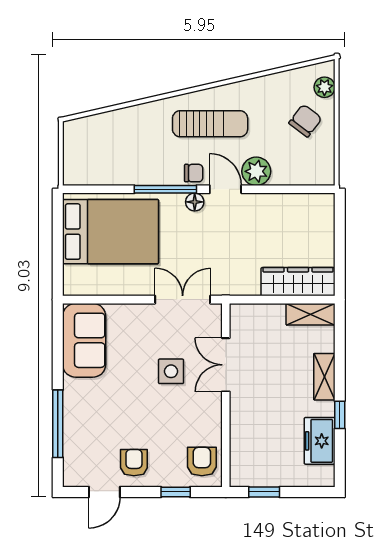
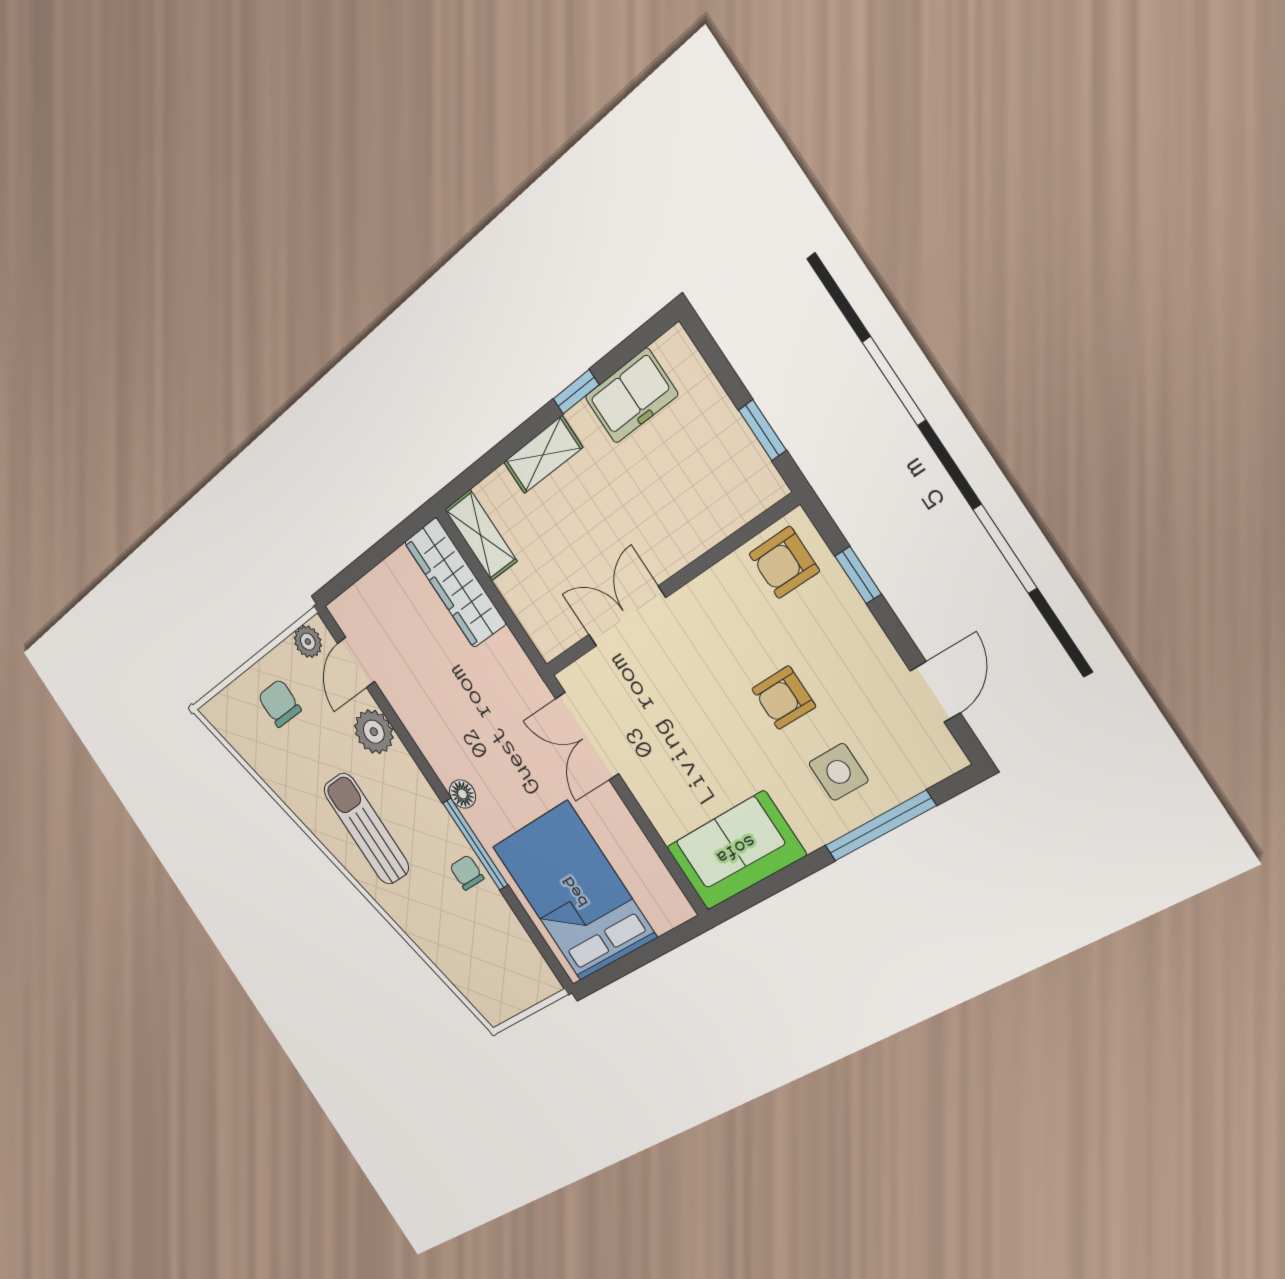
plant: (324, 87) -> (308, 642), moved
chair: (305, 121) -> (280, 703), turned 53
chair: (194, 173) -> (467, 873), moved
door: (225, 189) -> (356, 662), moved
double door: (226, 365) -> (627, 616), swing flipped
side table: (171, 371) -> (838, 772), moved
armchair: (134, 463) -> (784, 698), moved
door: (104, 492) -> (935, 692), hinge flipped

